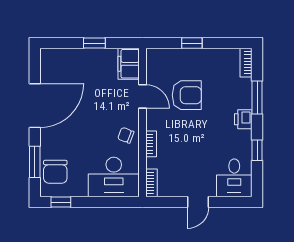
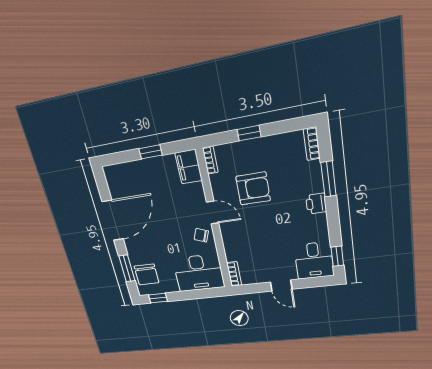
door: (142, 96) -> (213, 213), moved
bookcase: (151, 144) -> (210, 160), moved
window: (257, 150) -> (337, 256), moved
door: (198, 202) -> (281, 286), hinge flipped

